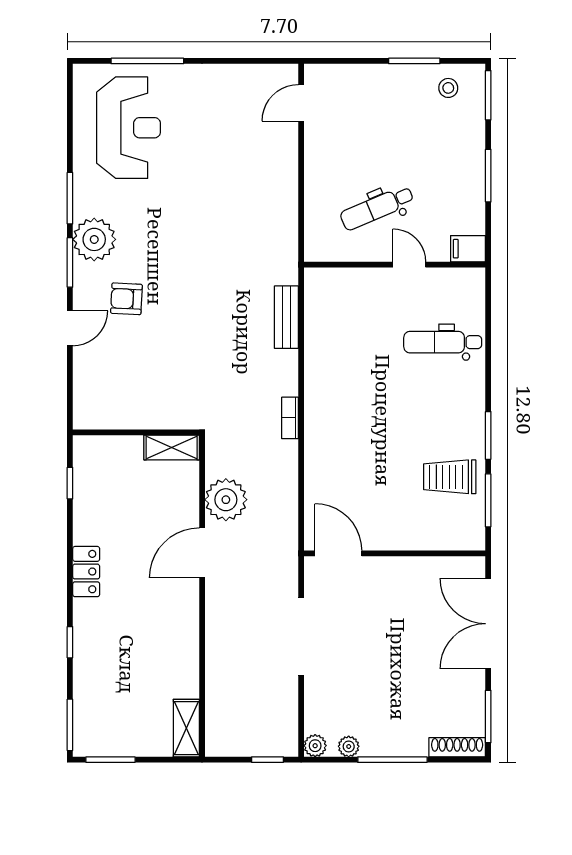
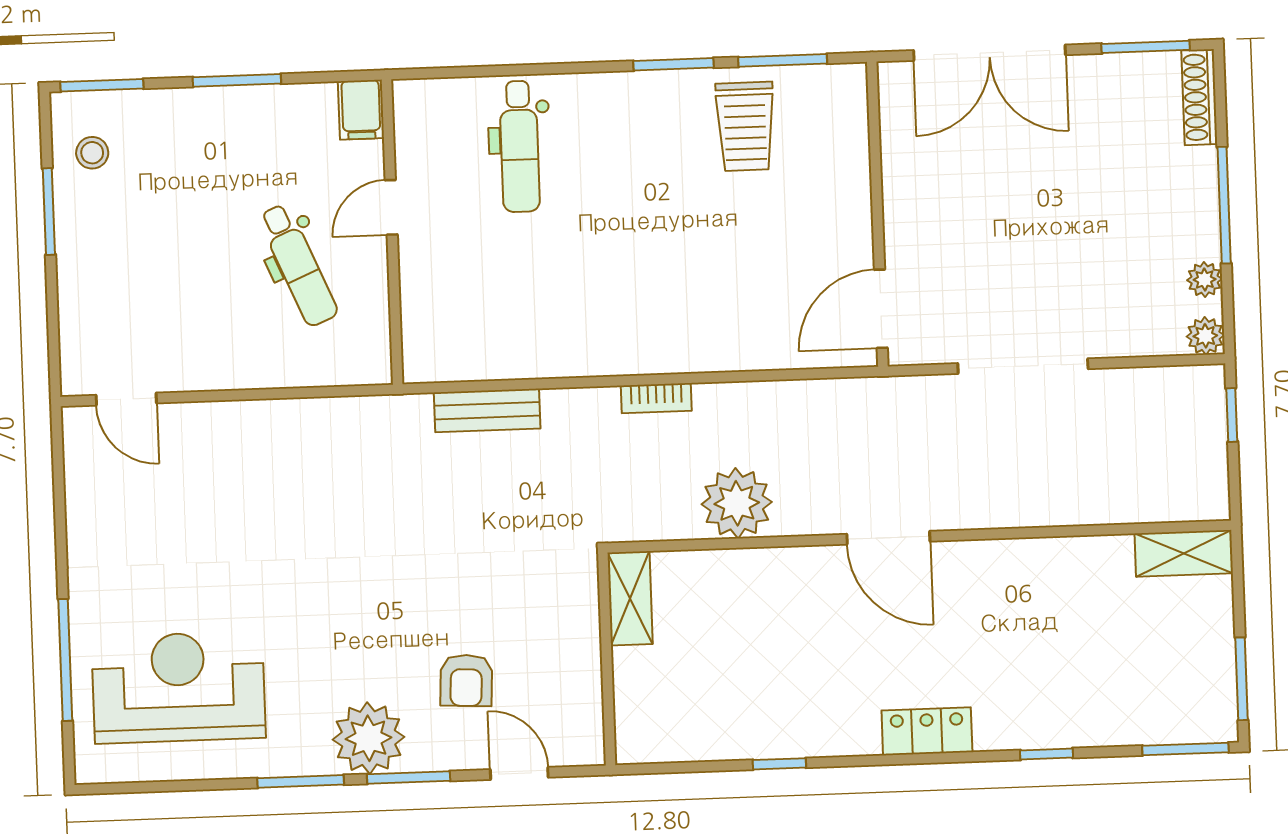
wall: (136, 432) -> (607, 659), moved
shelving: (172, 448) -> (630, 598), moved
plant: (226, 500) -> (737, 503), moved

